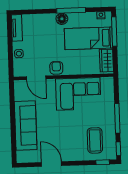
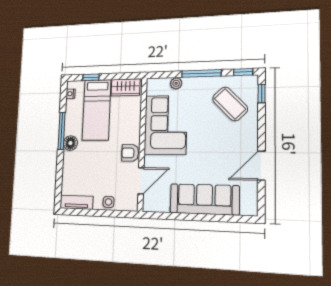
window: (114, 31) -> (91, 77), width x0.46
plant: (110, 100) -> (176, 83), added
coffee table: (95, 140) -> (230, 104), turned 46

